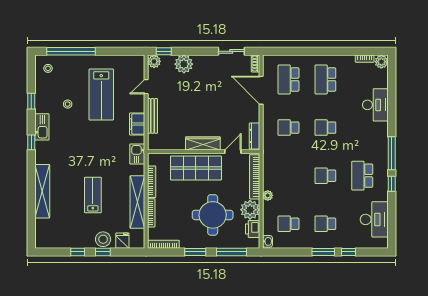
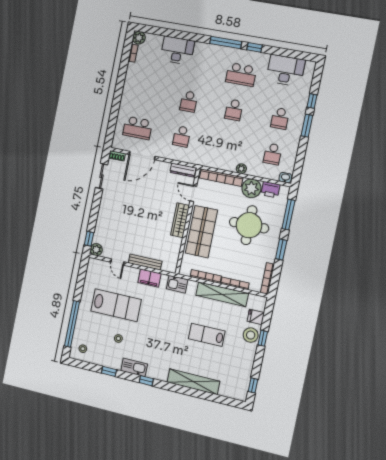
plant: (184, 64) -> (104, 223), removed
school desk: (325, 79) -> (145, 93), removed
window: (78, 252) -> (253, 385), moved

